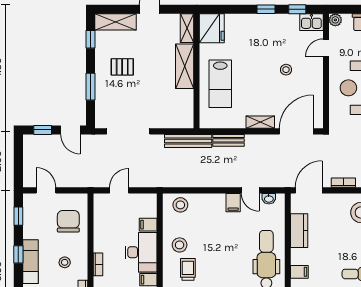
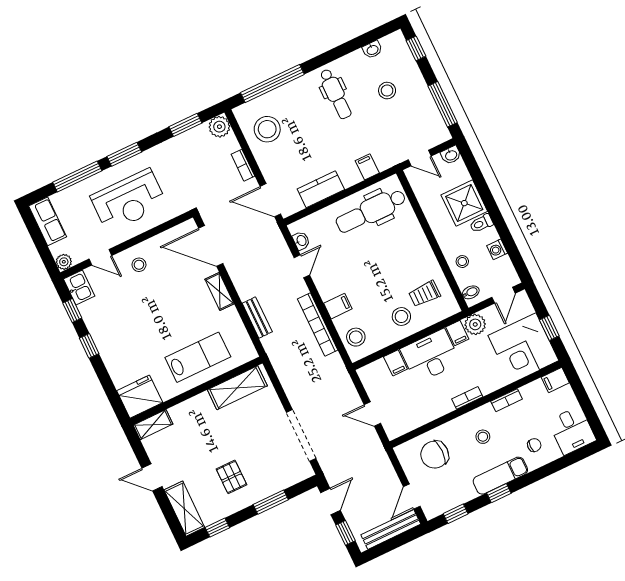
shelving: (185, 66) -> (237, 388), moved
stool: (286, 70) -> (139, 265), moved
bench: (188, 141) -> (391, 529), moved, turned 90
bookcase: (203, 182) -> (318, 325), added
filing cabinet: (233, 203) -> (338, 306), moved

